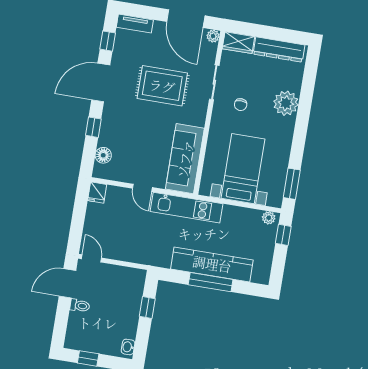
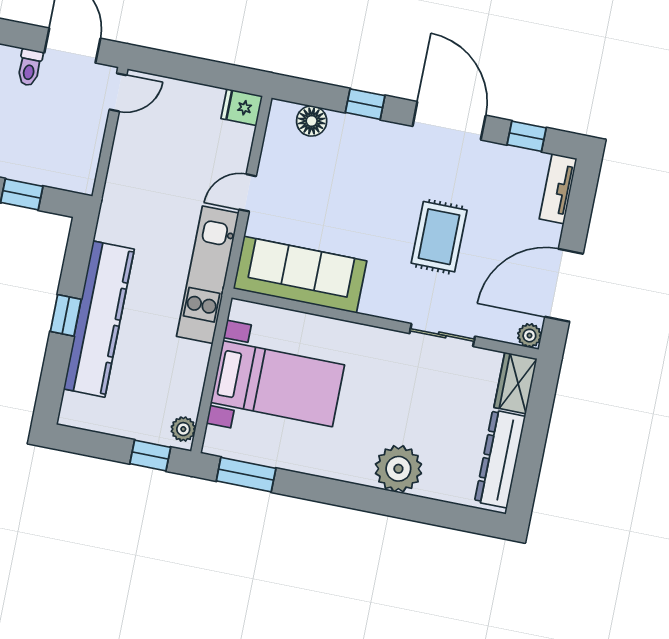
rug: (162, 86) -> (439, 237), width x0.73, depth x0.70
chair: (241, 105) -> (398, 383), removed
window: (211, 282) -> (66, 315), width x0.46

